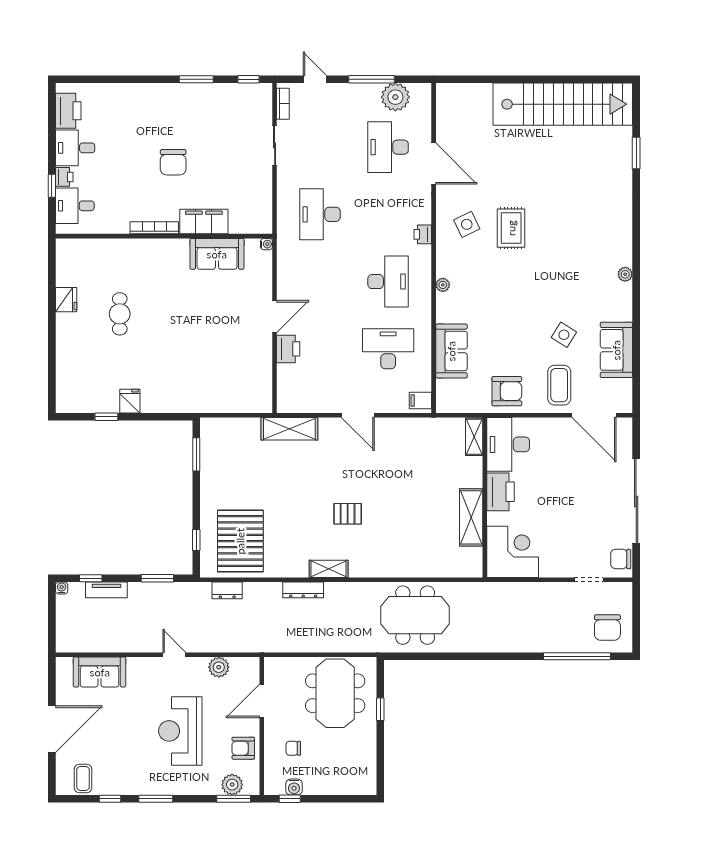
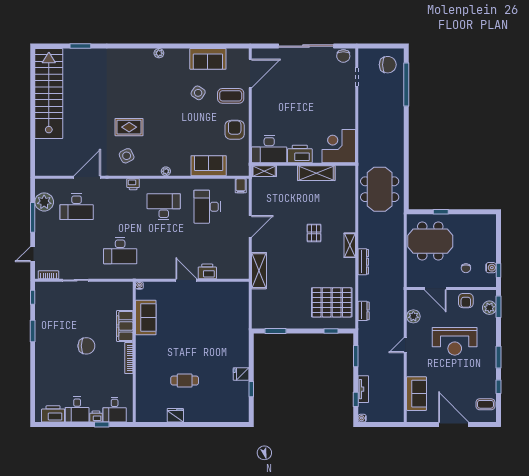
shelving: (474, 437) -> (264, 171), moved
desk: (508, 444) -> (269, 149), moved
printer: (501, 492) -> (300, 154), moved
wall: (485, 497) -> (304, 164), moved
shelving: (471, 517) -> (316, 173), moved
corner desk: (513, 552) -> (339, 146), moved

